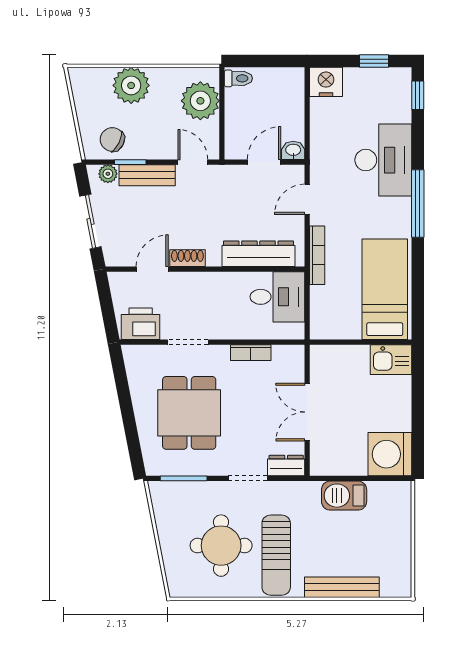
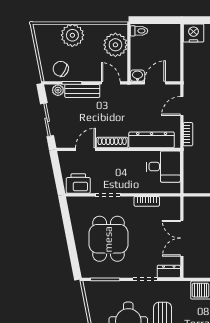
washbasin: (293, 150) -> (137, 76), moved
bookcase: (317, 255) -> (188, 134), width x0.64
shoe rack: (187, 258) -> (112, 143), width x1.43

